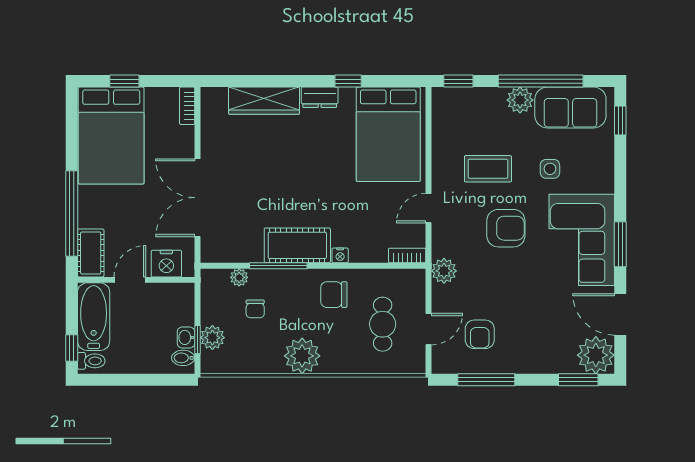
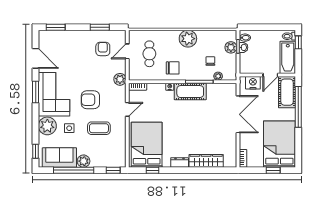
window: (348, 81) -> (152, 170), moved
cot: (91, 253) -> (287, 92), width x1.37, depth x1.34
plant: (596, 355) -> (47, 126), moved
window: (486, 380) -> (100, 27), width x0.69

